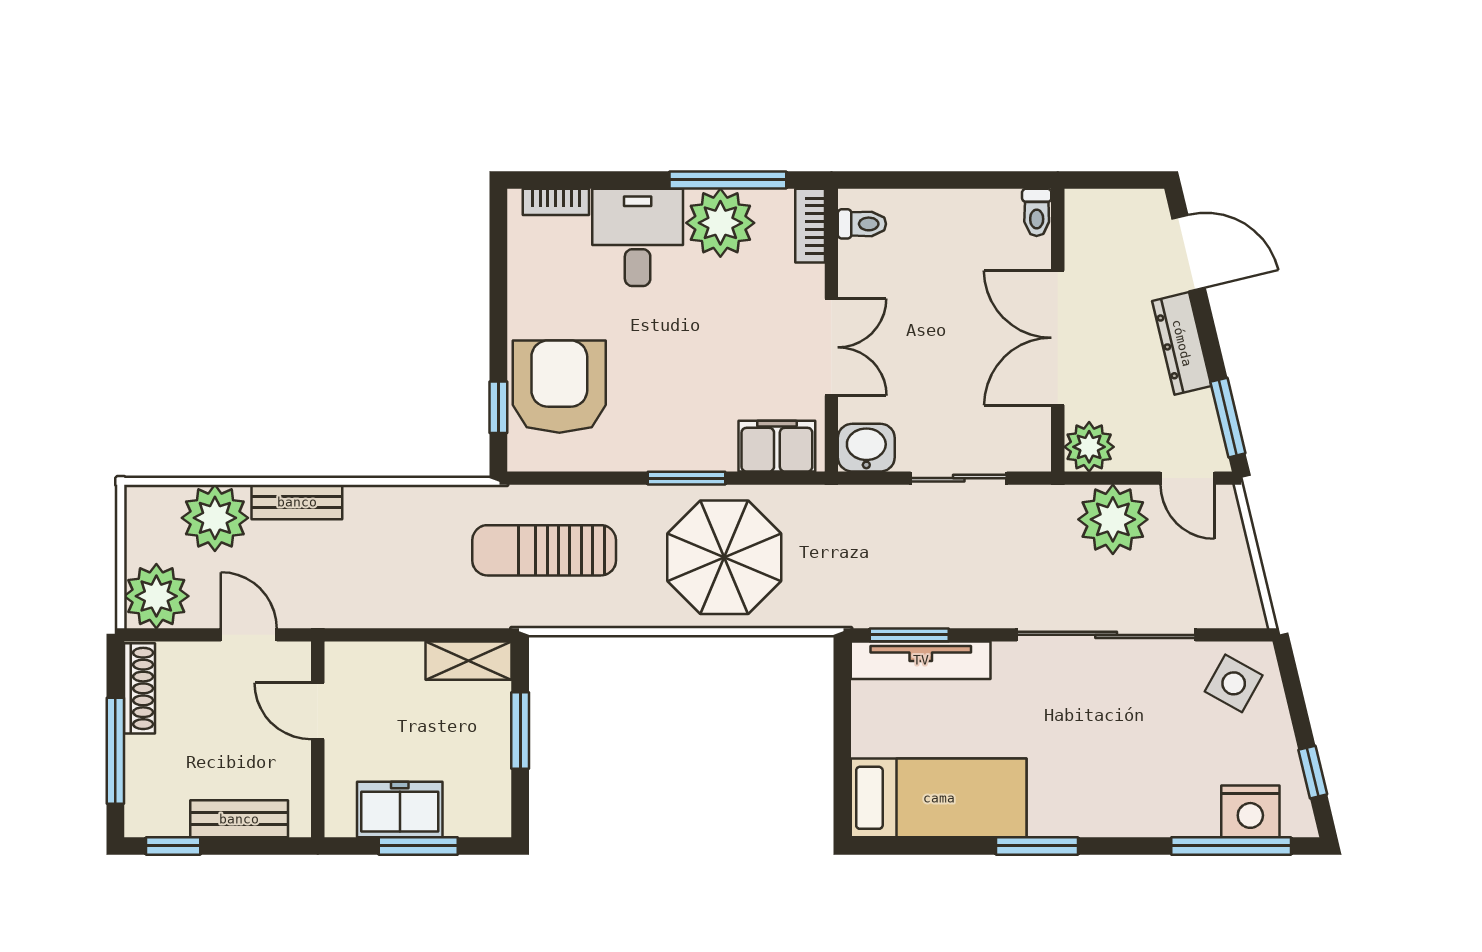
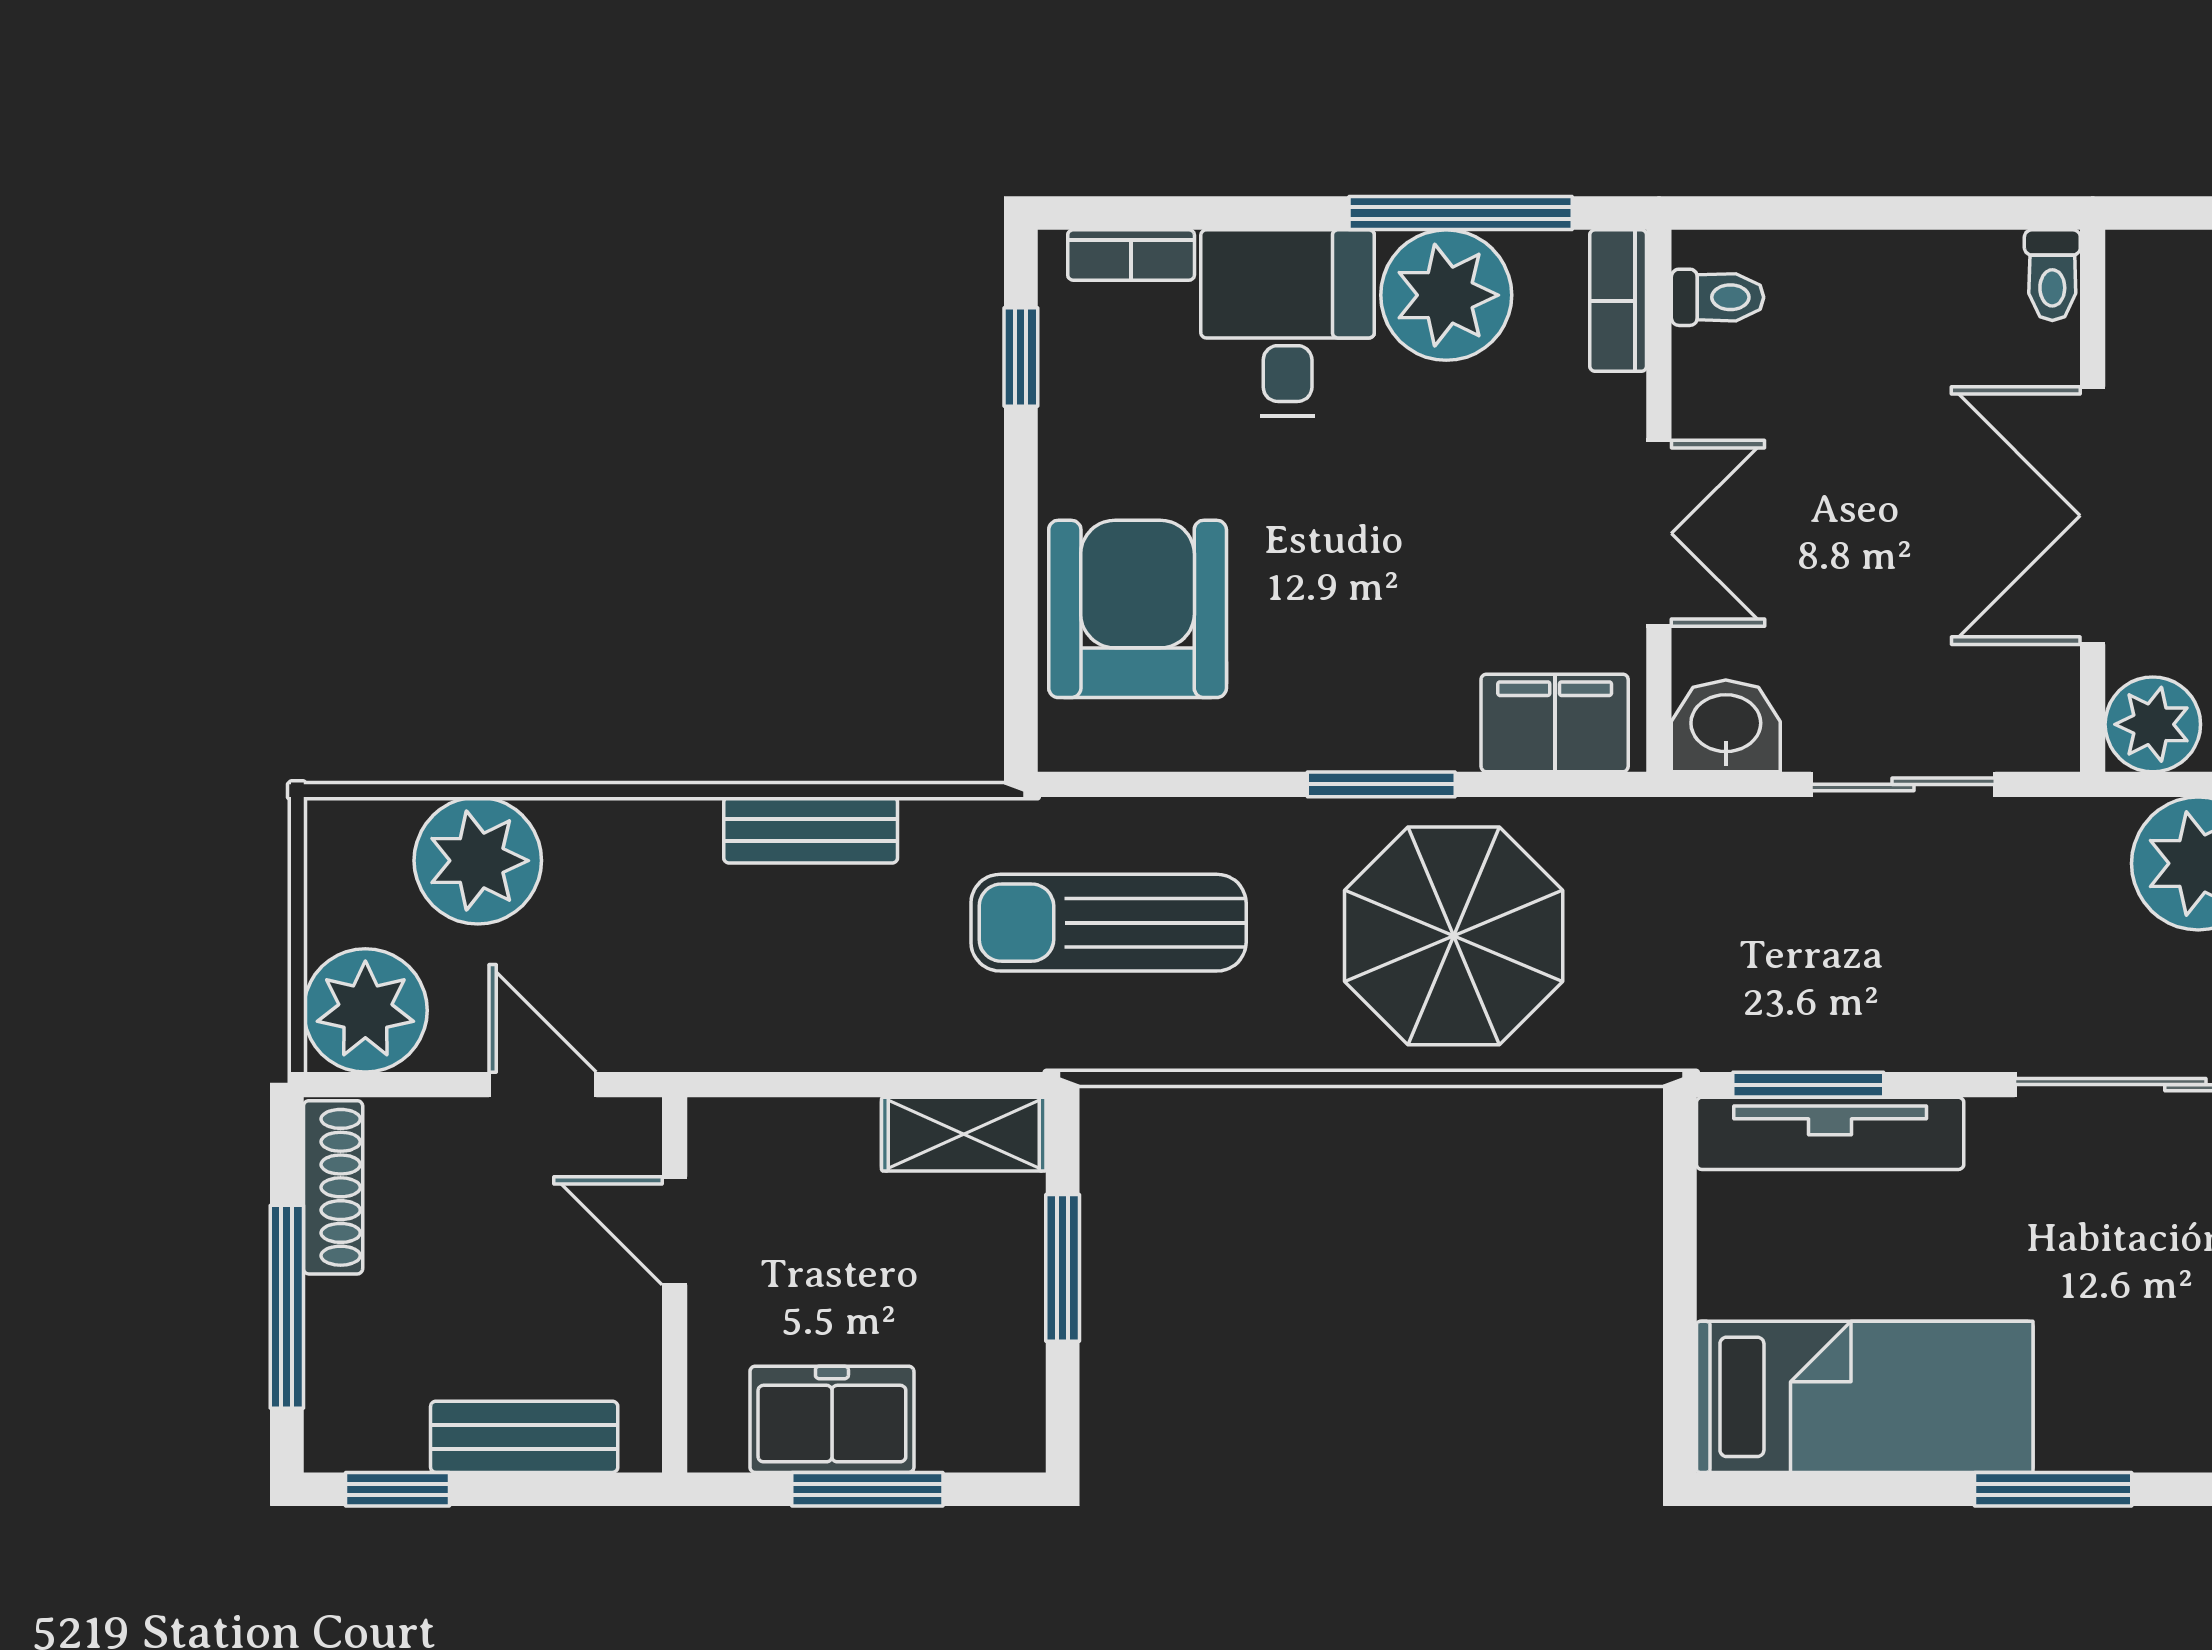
window: (498, 407) -> (1021, 357), moved
bench: (297, 502) -> (811, 830), moved

